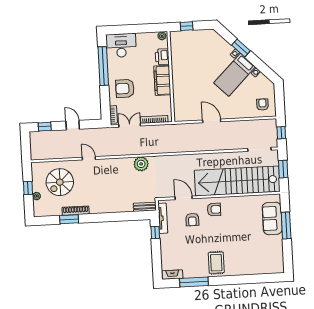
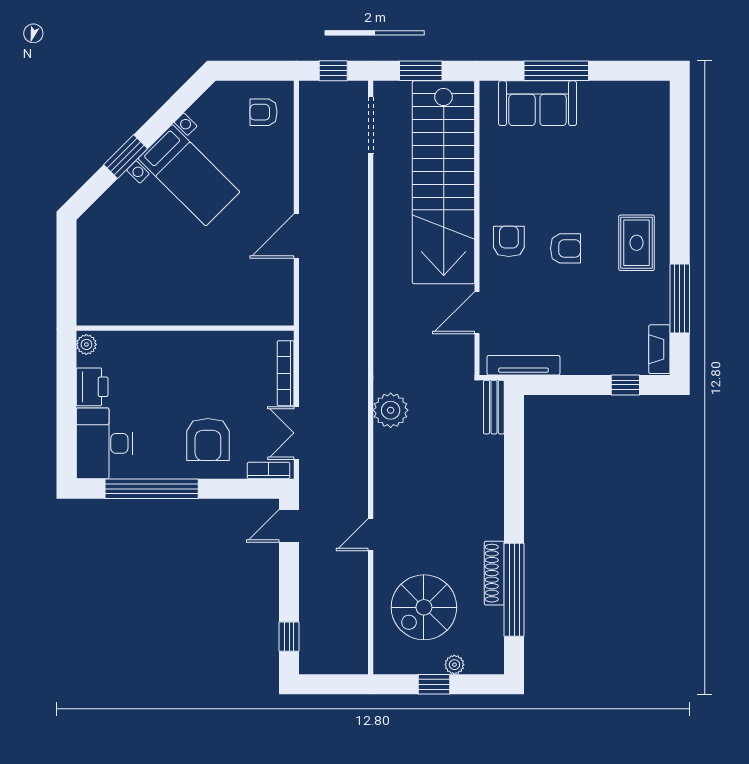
window: (187, 26) -> (66, 284), removed
printer: (162, 57) -> (92, 387), moved, turned -90
filing cabinet: (162, 80) -> (193, 349), removed
door: (73, 125) -> (289, 526), moved
spiral stairs: (60, 182) -> (424, 607), turned 90
window: (69, 219) -> (514, 590), width x2.11
armchair: (192, 220) -> (565, 248), moved
window: (155, 232) -> (625, 385), moved
rug: (216, 263) -> (637, 243), turned 90

